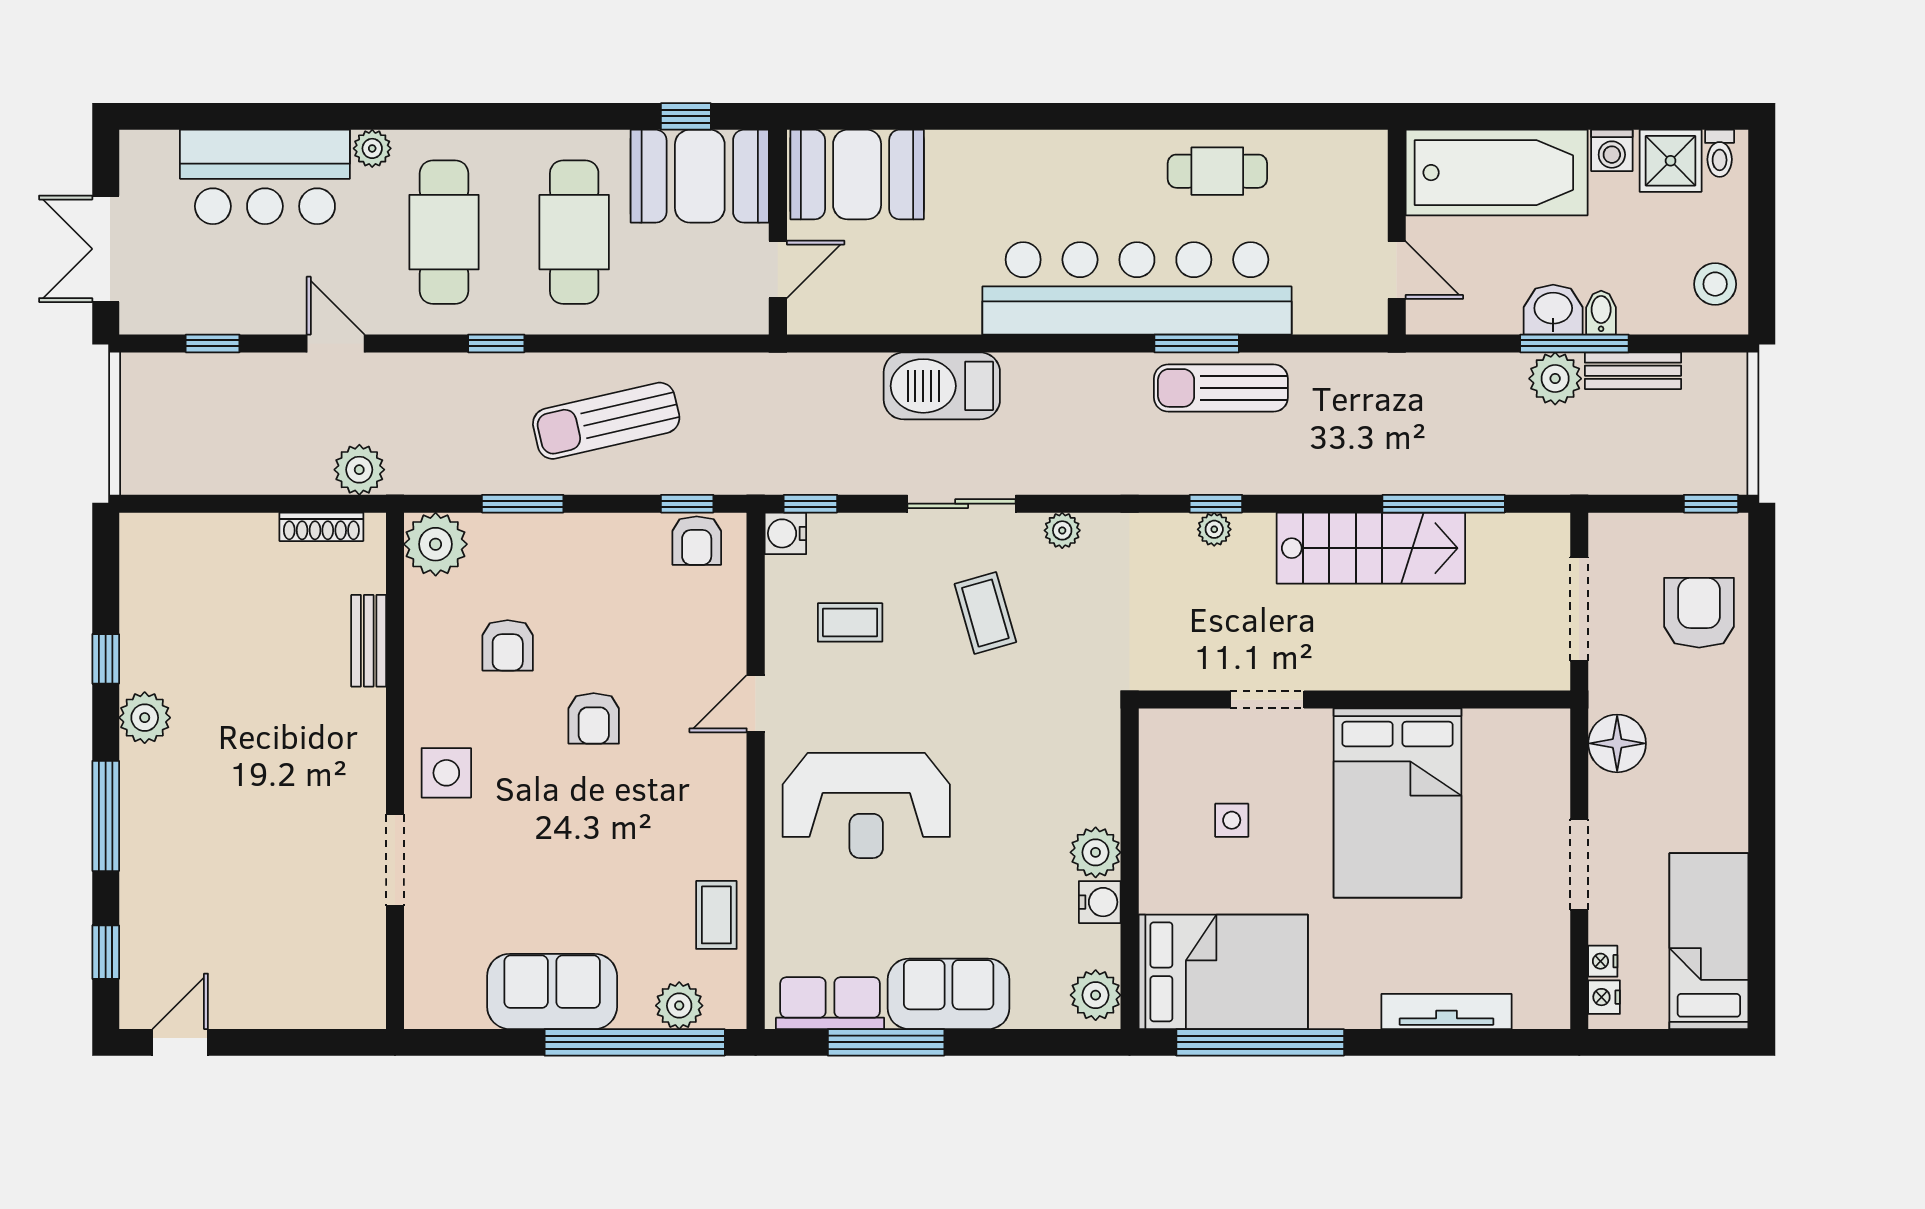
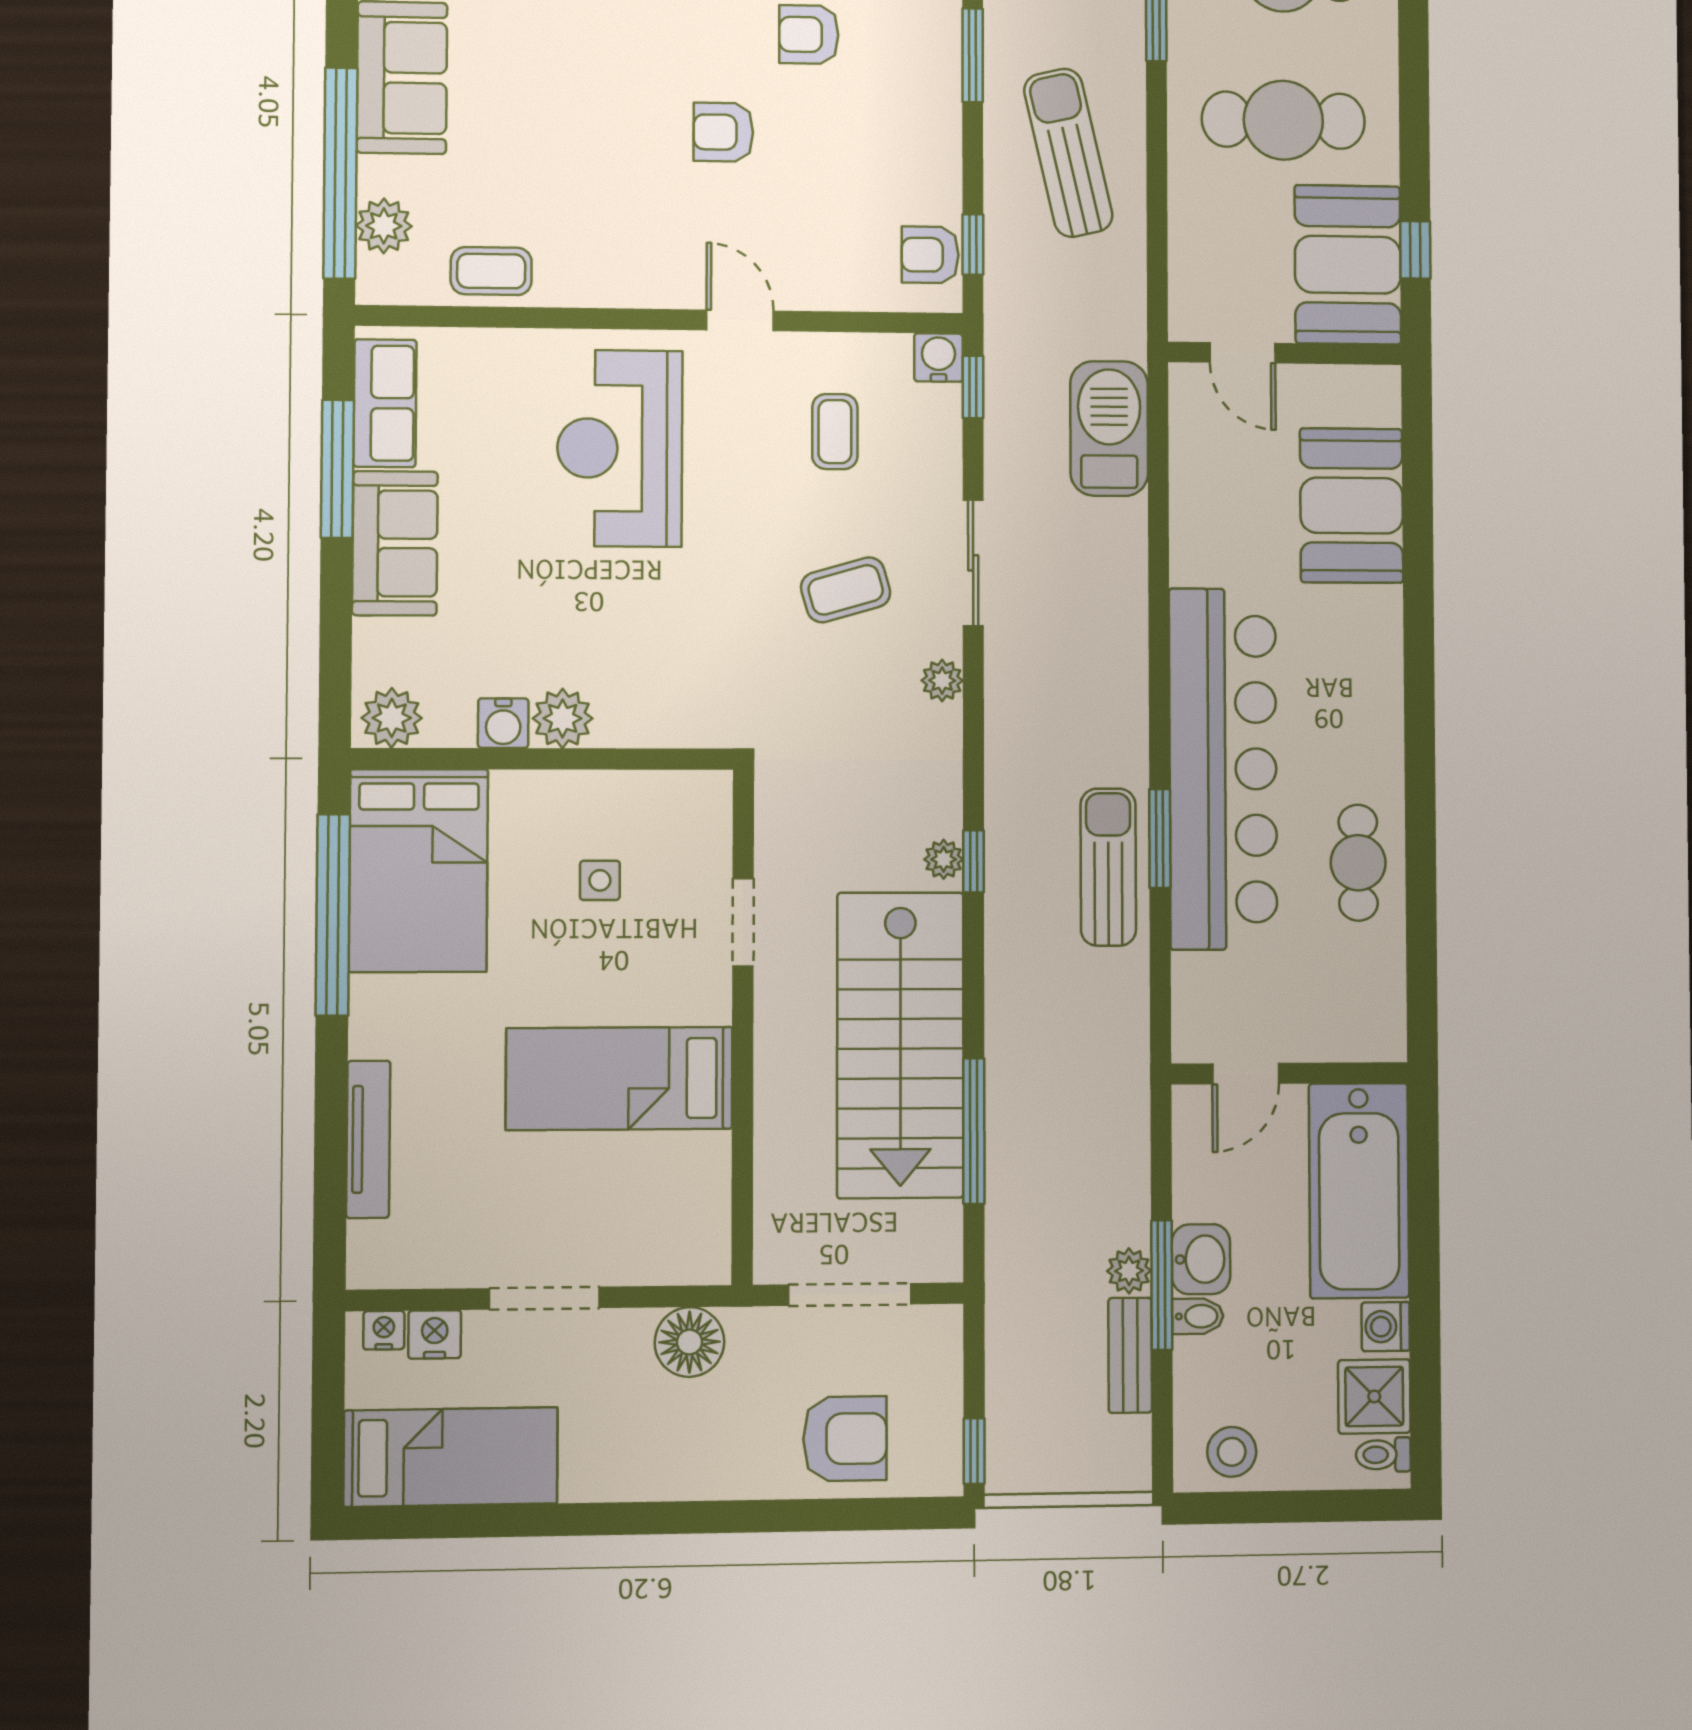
booth: (857, 175) -> (1352, 506), moved
plant: (1555, 379) -> (1129, 1271), width x0.73, depth x0.73
barbecue: (942, 386) -> (1109, 428), moved
stairs: (1371, 548) -> (900, 1045), width x1.36, depth x1.51
bed: (1398, 803) -> (619, 1079), width x0.67
nightstand: (1603, 961) -> (435, 1334), width x1.39, depth x1.35

